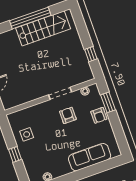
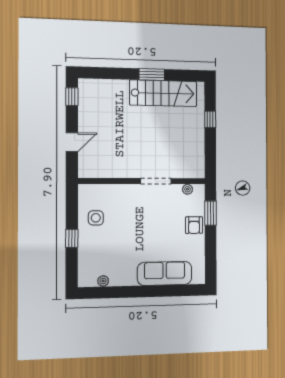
window: (30, 18) -> (152, 74), width x0.47
window: (91, 54) -> (210, 119), moved
armchair: (68, 115) -> (156, 212), removed

